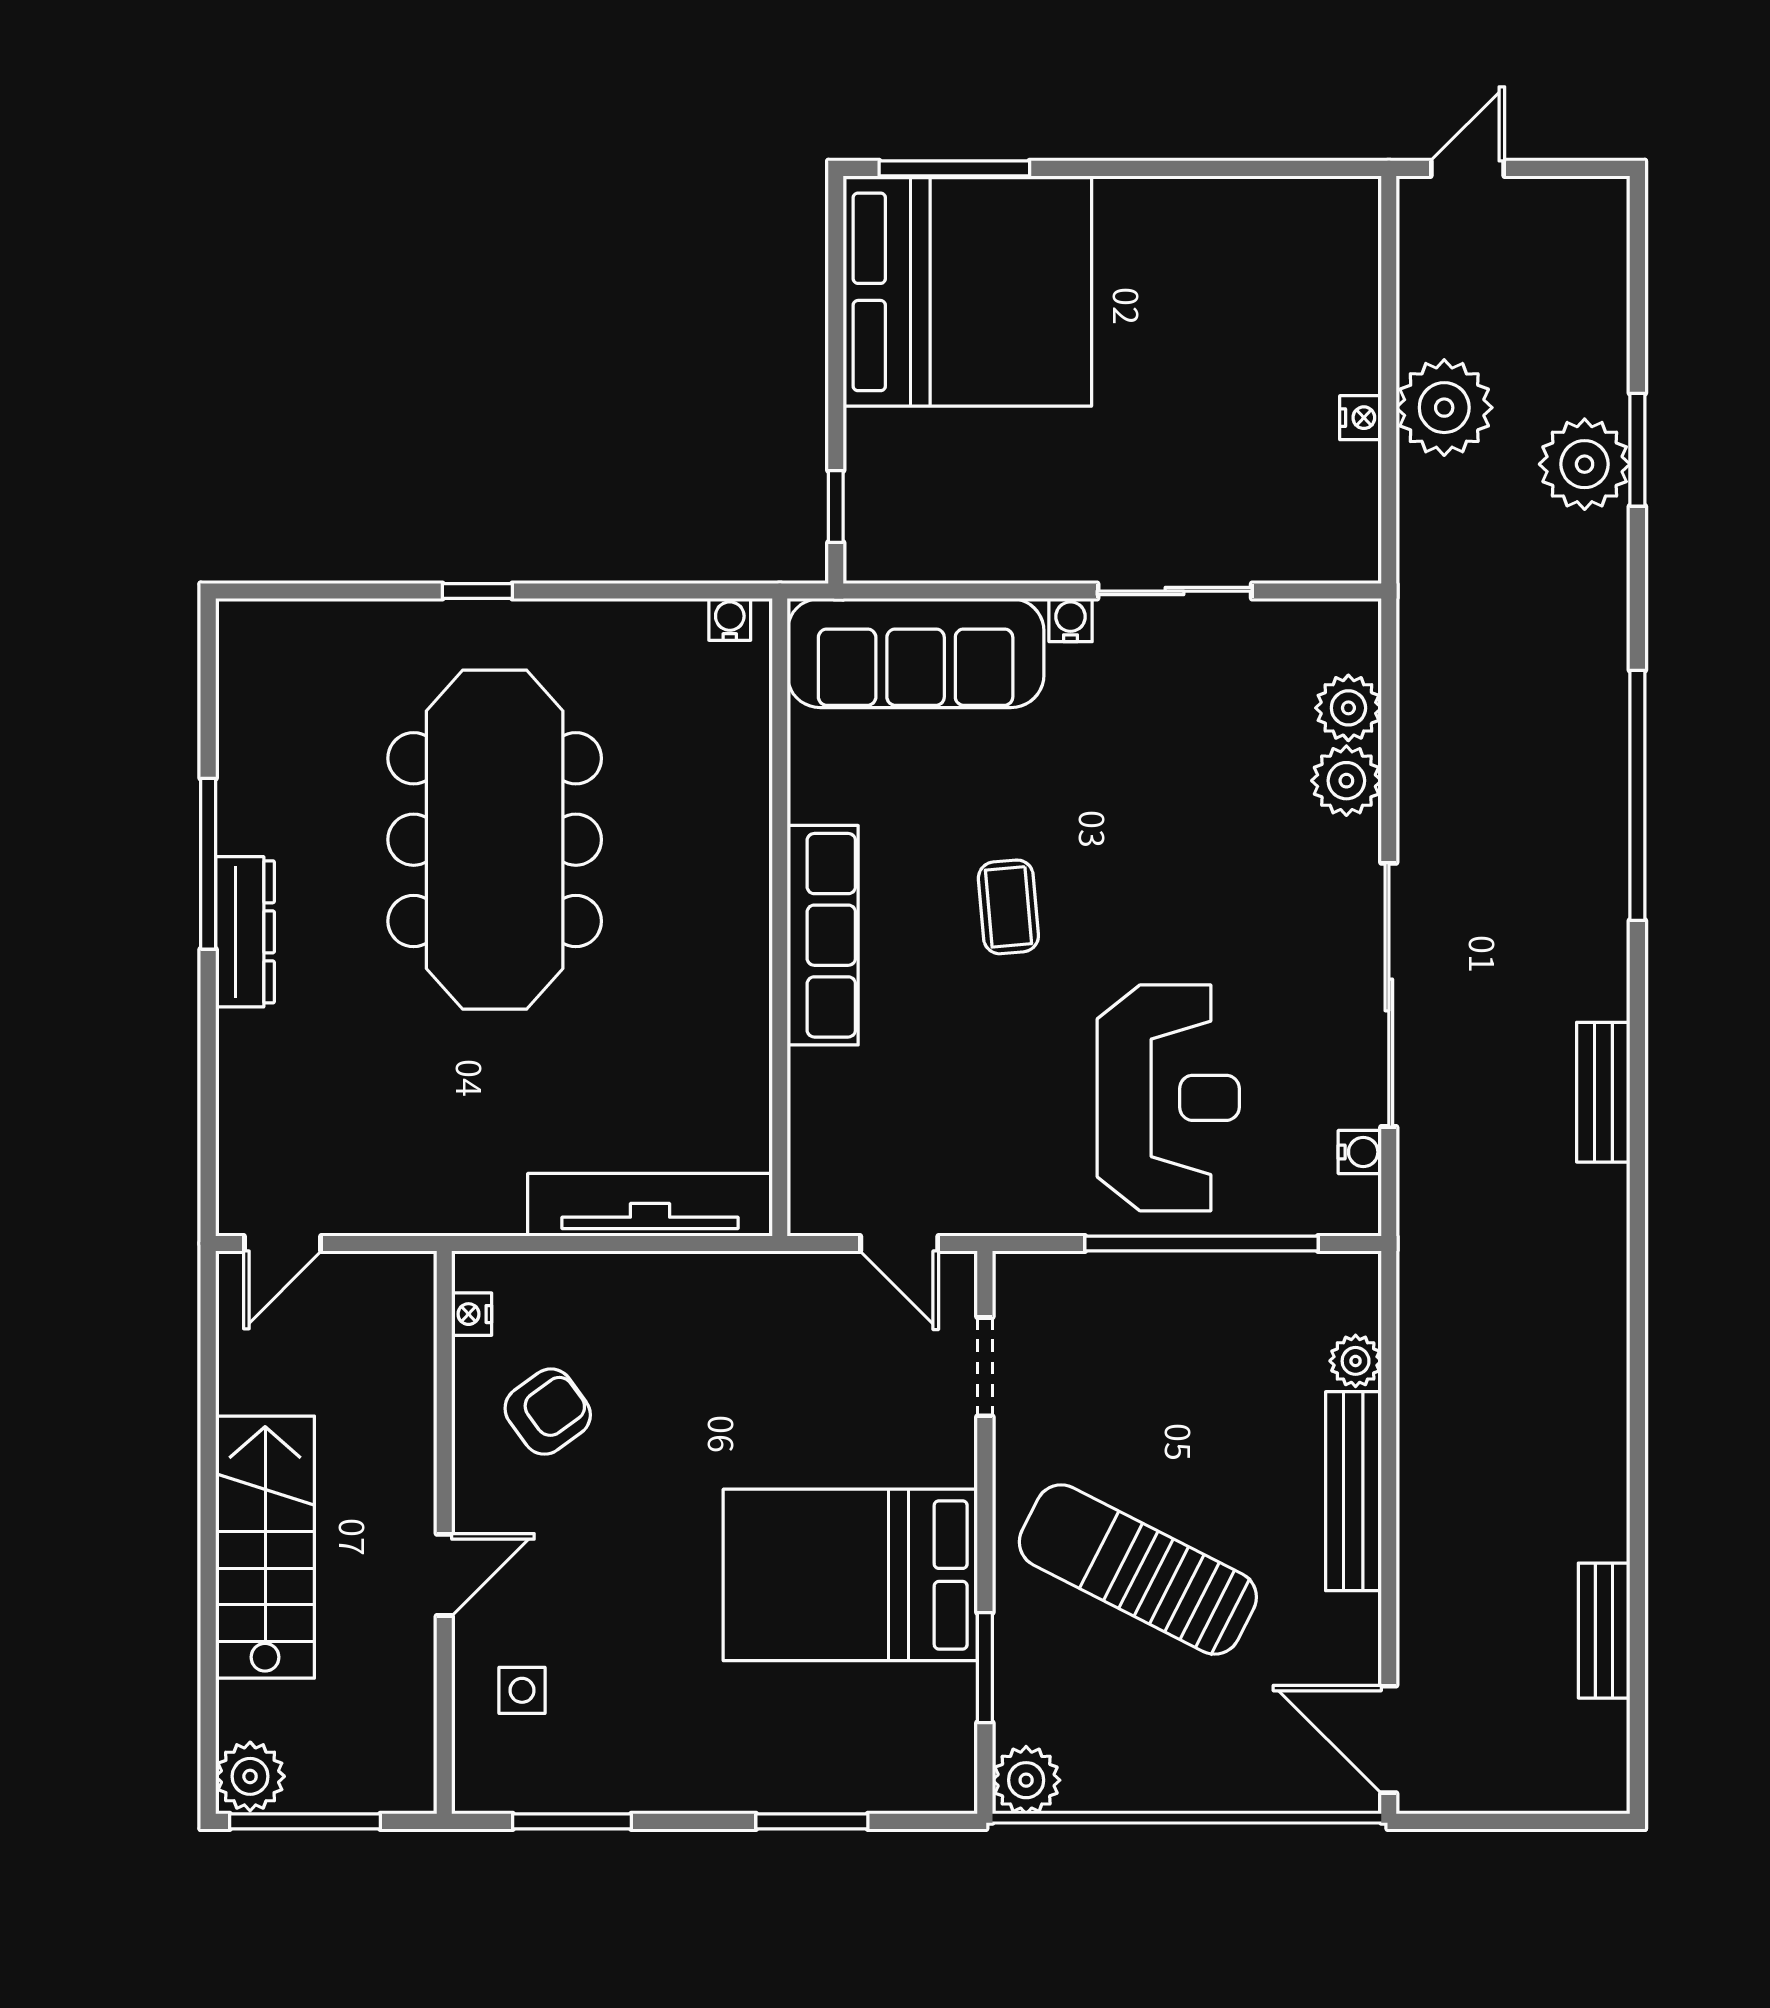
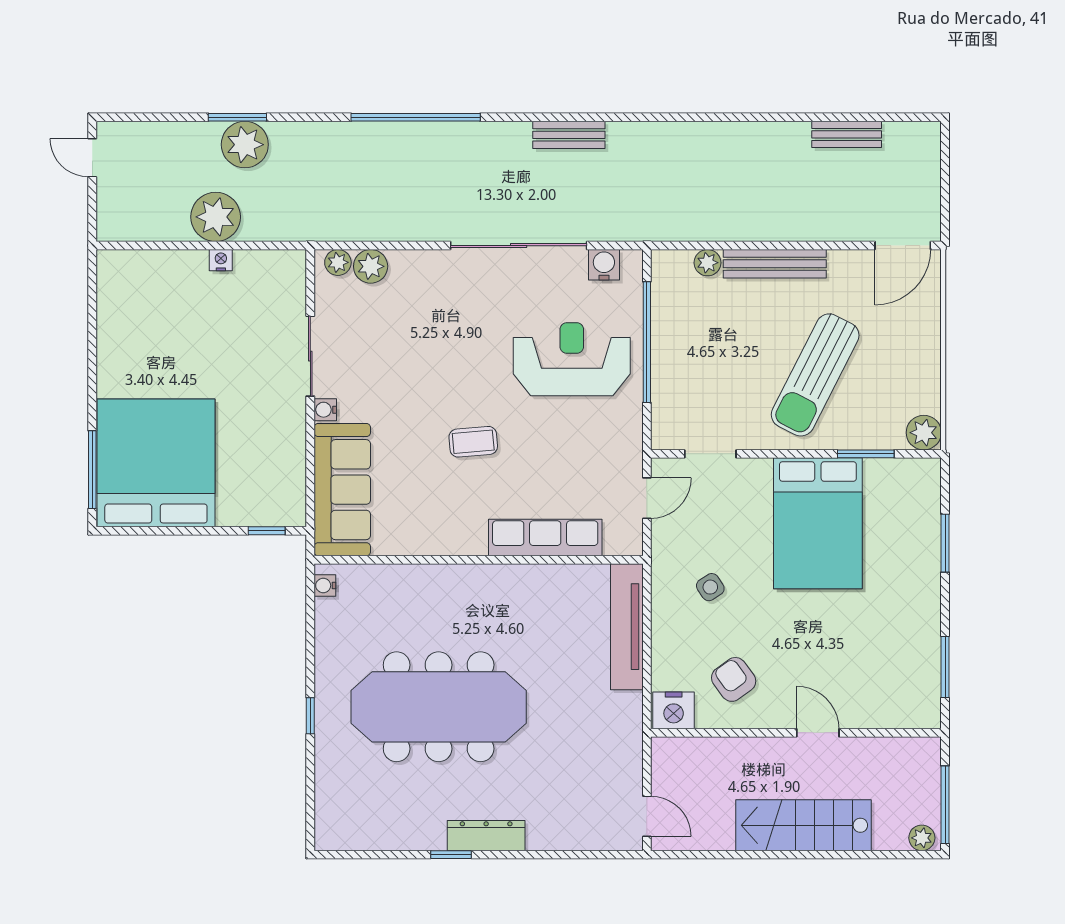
door: (1468, 168) -> (92, 158), moved
plant: (1346, 781) -> (338, 262), moved, width x0.73, depth x0.73
window: (208, 864) -> (451, 855), width x0.46
row of seats: (823, 935) -> (545, 538), moved
water cooler: (1360, 1152) -> (604, 265), width x1.38, depth x1.38
nightstand: (472, 1314) -> (674, 710), width x1.89, depth x1.79
side table: (522, 1690) -> (710, 587), moved, turned -33
plant: (250, 1776) -> (922, 838), width x0.73, depth x0.73

